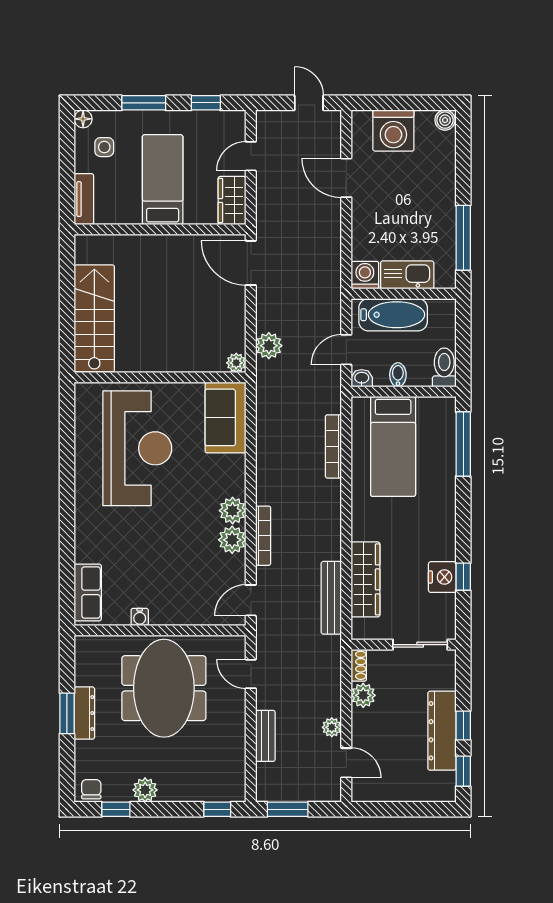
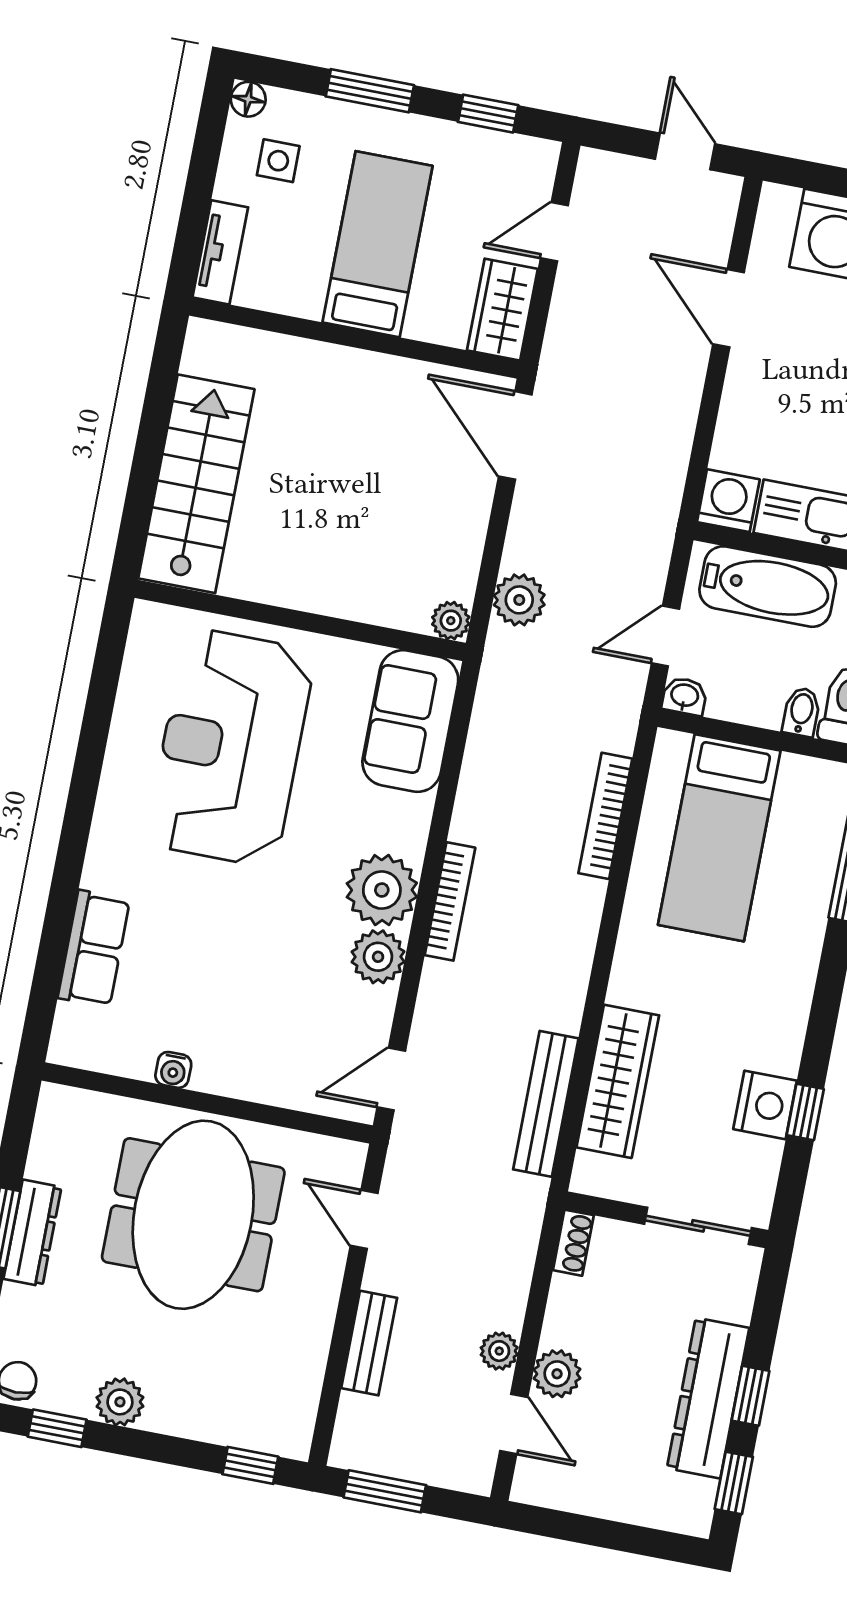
bidet: (398, 375) -> (801, 712), moved
reception desk: (137, 448) -> (231, 747), turned 180
plant: (233, 511) -> (382, 890), width x1.36, depth x1.36
bookcase: (263, 536) -> (450, 901), moved
row of seats: (88, 592) -> (94, 949), moved
plant: (363, 695) -> (557, 1374), moved

